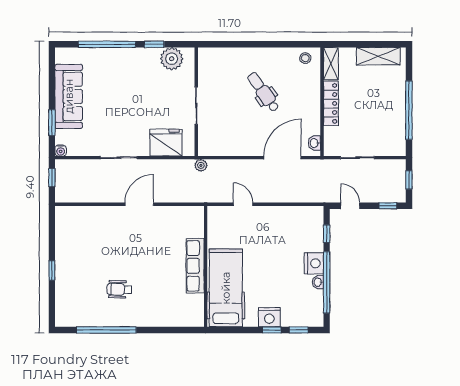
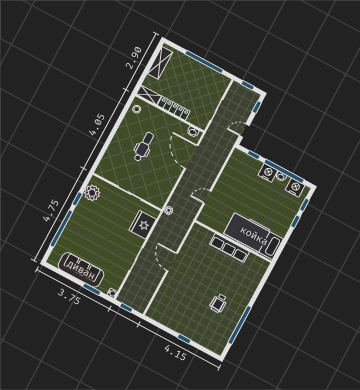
dental chair: (263, 92) -> (144, 147), turned 125
nightstand: (269, 317) -> (295, 188), moved, turned -90

